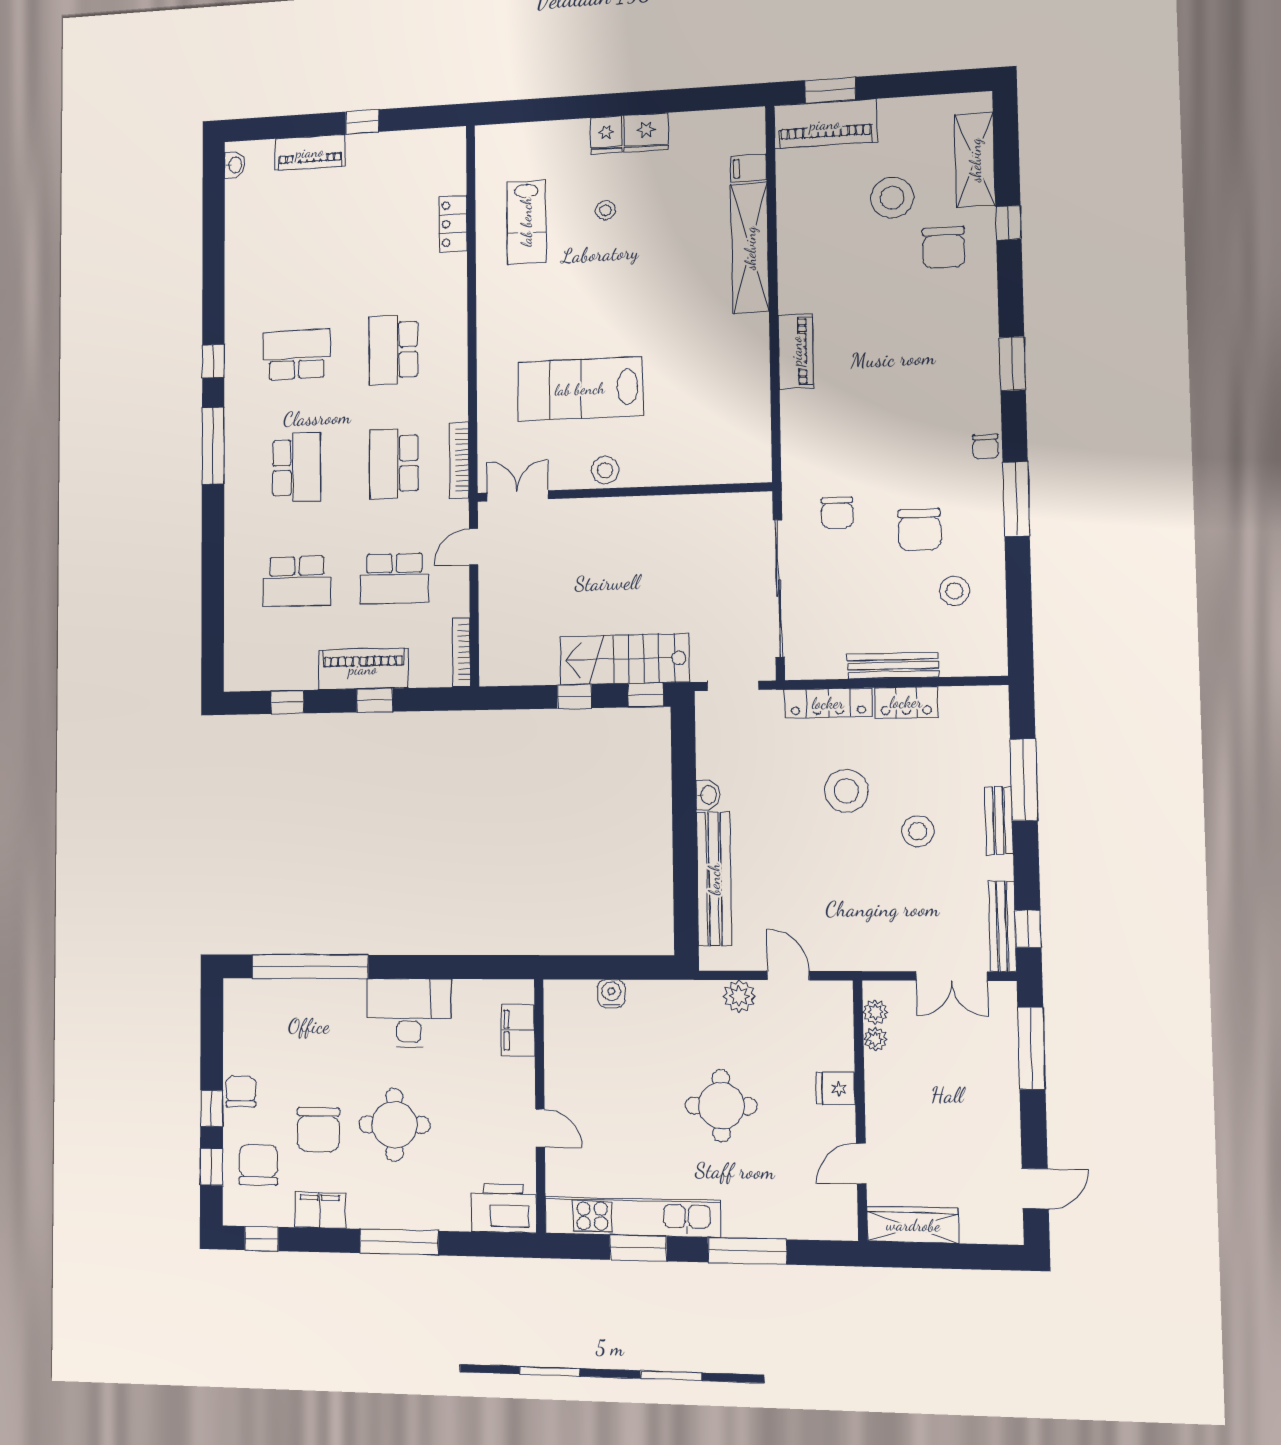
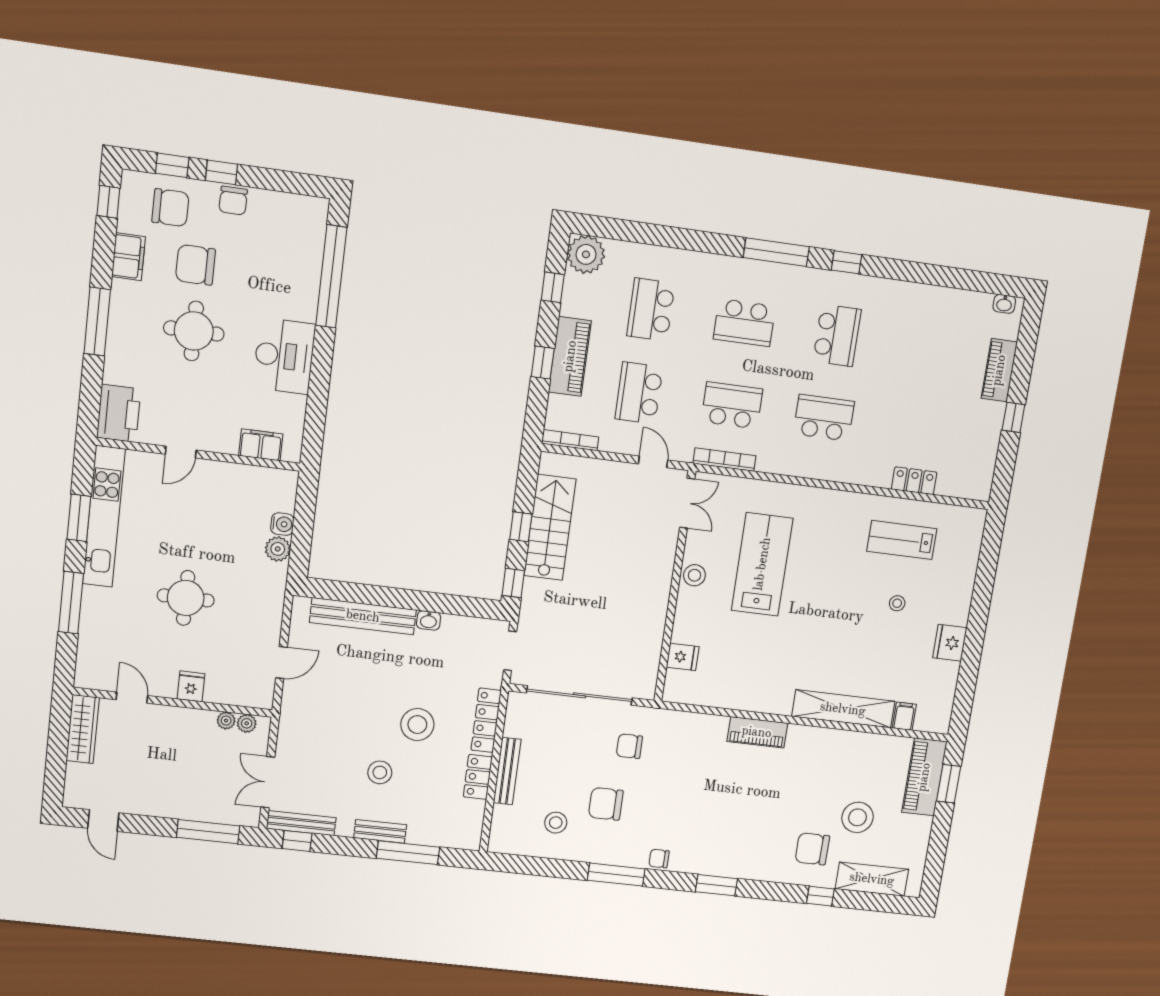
fridge: (606, 135) -> (683, 657), moved, turned 180
stairs: (625, 659) -> (550, 527), moved
plant: (245, 669) -> (586, 254), added
plant: (739, 996) -> (278, 549), moved
chair: (241, 1092) -> (233, 201), turned 90

